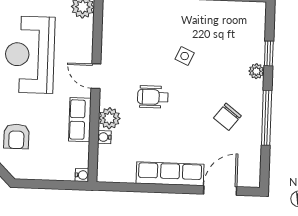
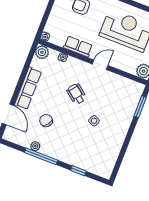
plant: (256, 71) -> (35, 146), moved
wheelchair: (153, 97) -> (76, 94), turned -52
chair: (227, 117) -> (46, 121), moved
plant: (109, 118) -> (42, 52), moved

